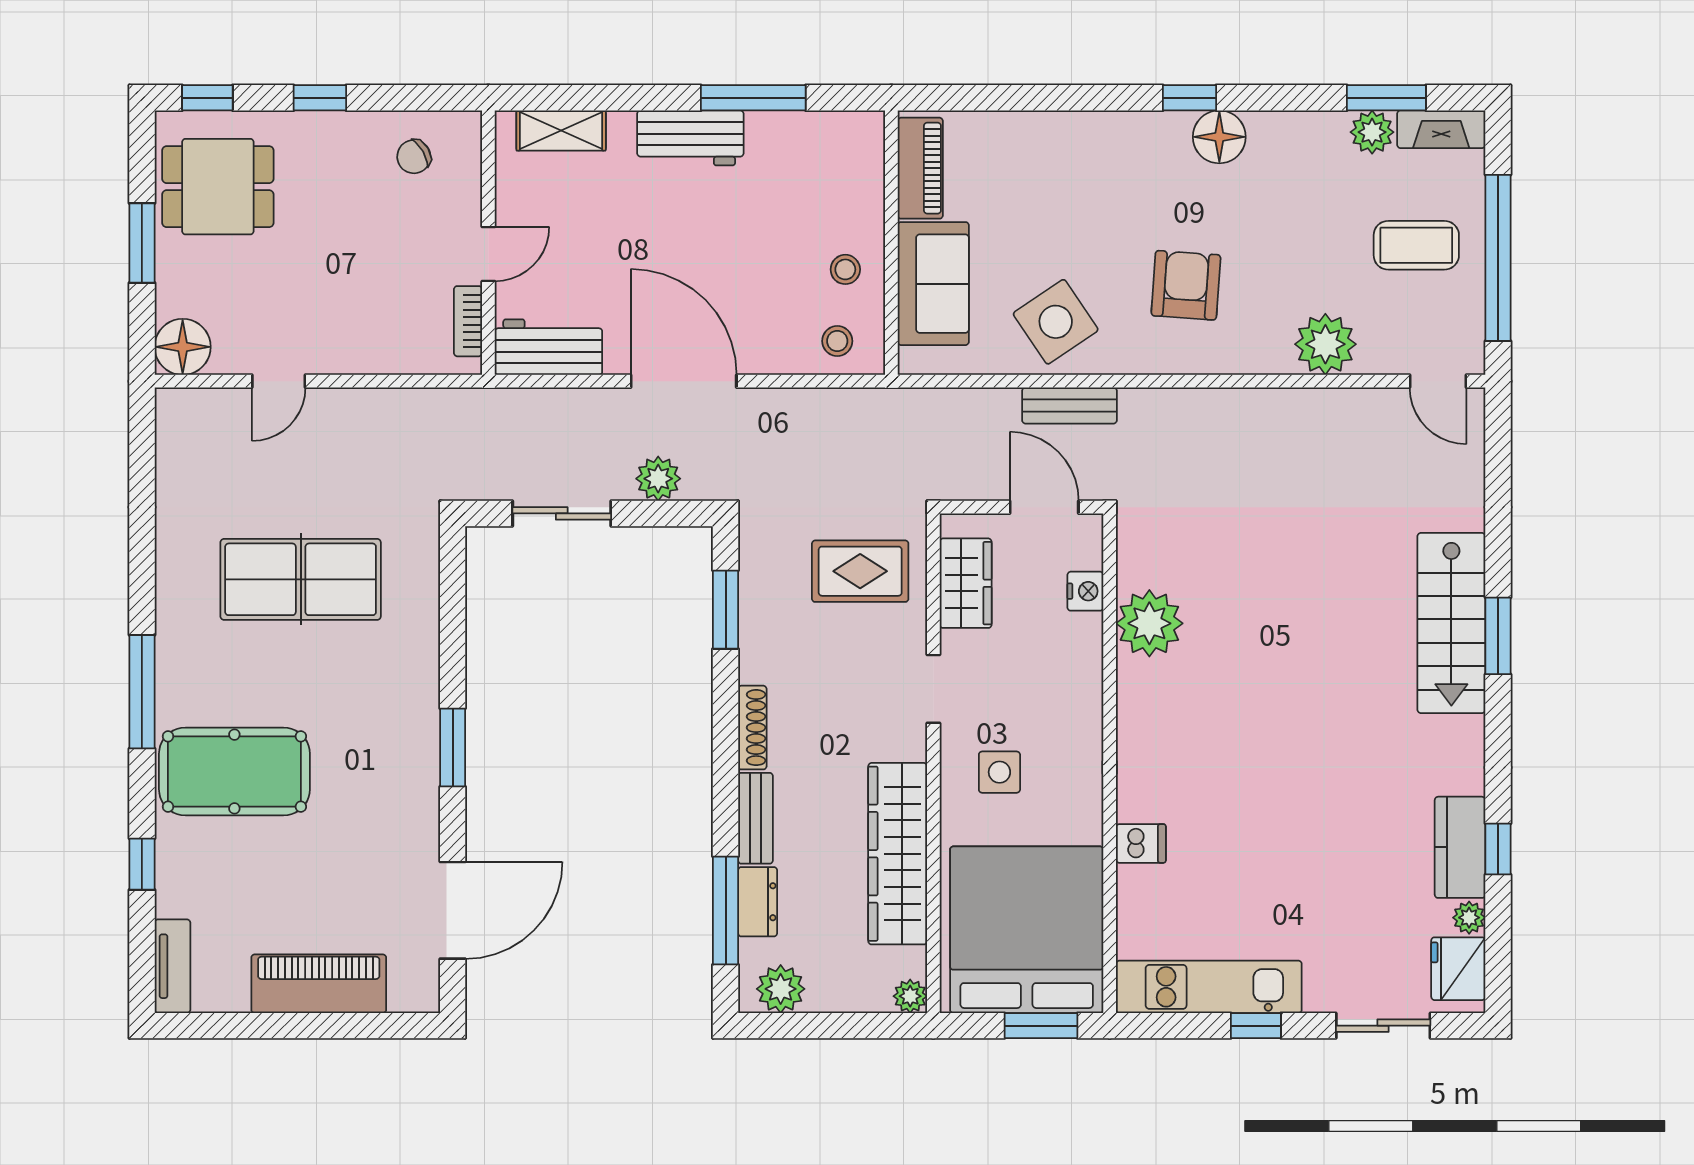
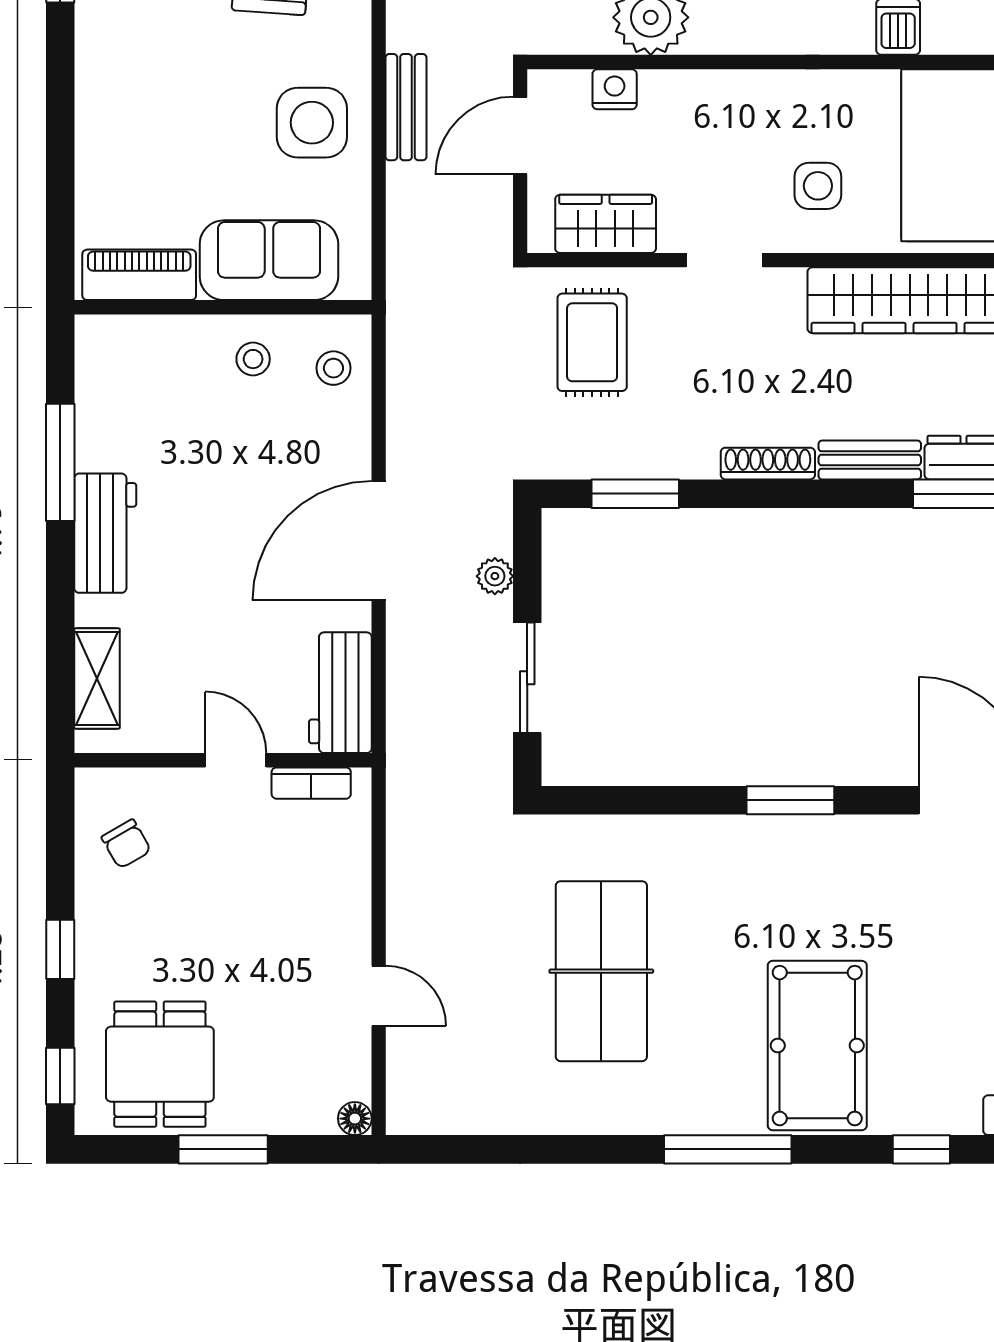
side table: (1056, 322) -> (312, 123), turned 34
floor lamp: (183, 347) -> (355, 1119), width x0.53, depth x0.53
plant: (658, 479) -> (495, 576), width x0.73, depth x0.73

